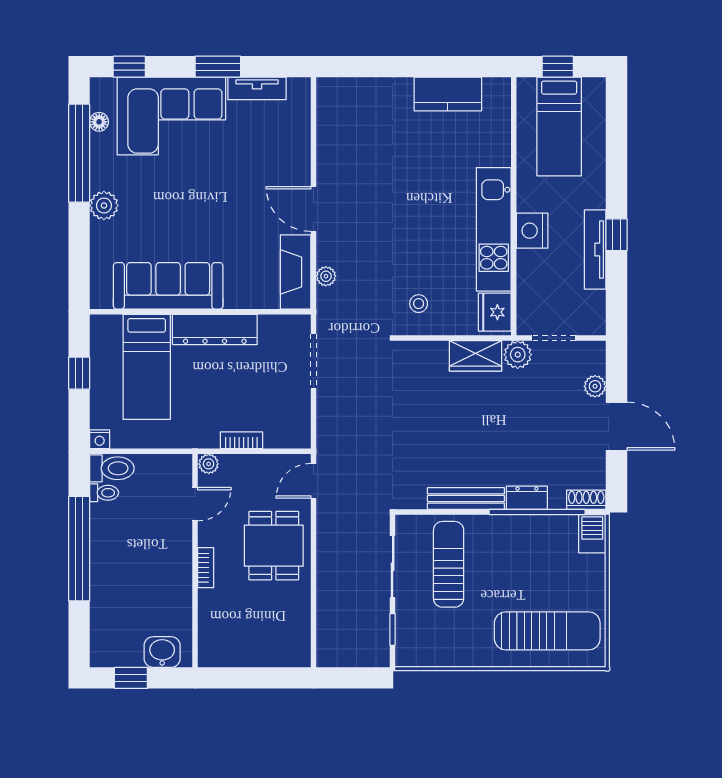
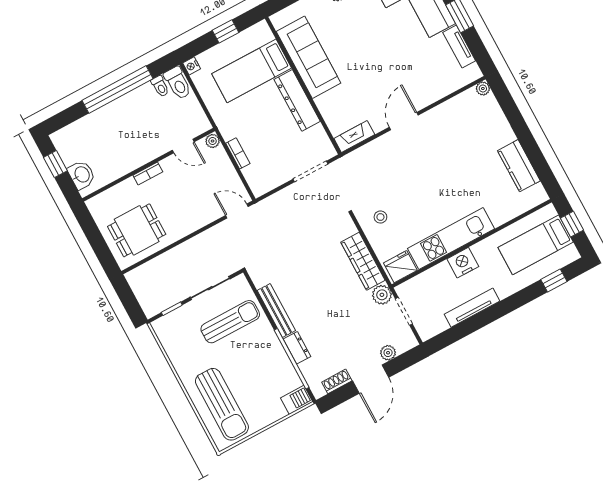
window: (616, 235) -> (554, 281), moved
fireplace: (296, 272) -> (354, 137), width x0.73, depth x0.76
plant: (326, 276) -> (483, 88), moved
wardrobe: (476, 356) -> (363, 261), width x1.50
shoe rack: (586, 500) -> (337, 381), moved, turned -90
dining table: (274, 546) -> (137, 230), moved

